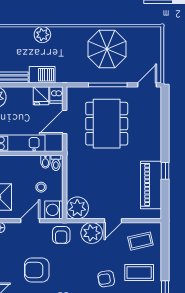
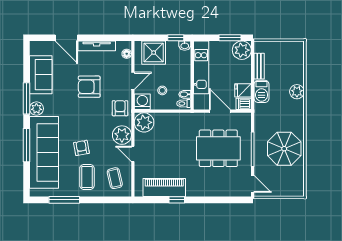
door: (30, 221) -> (133, 81), hinge flipped
armchair: (61, 235) -> (120, 108), turned 90
armchair: (37, 270) -> (89, 87), turned -90

